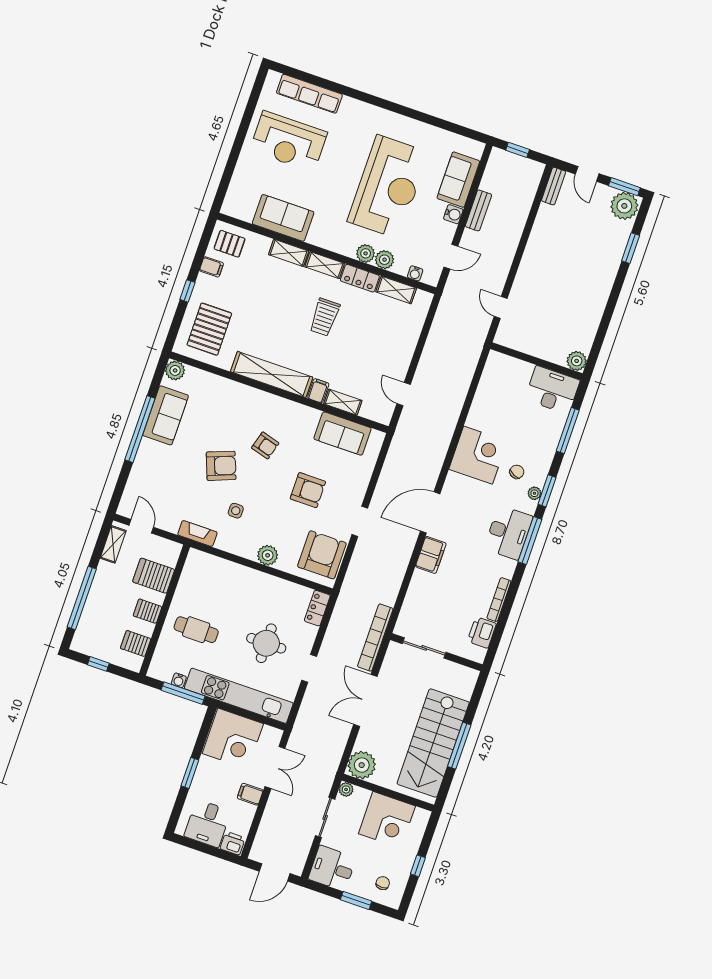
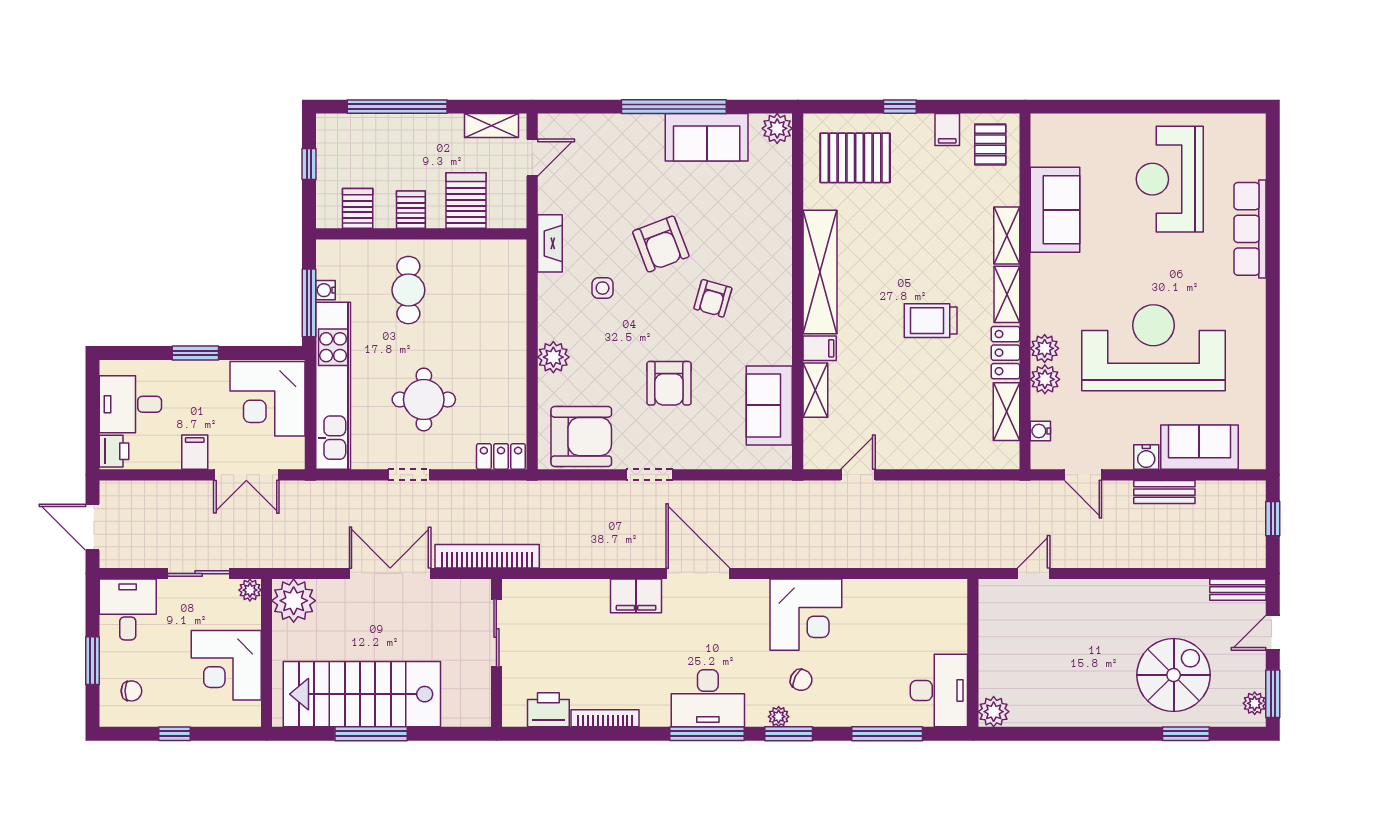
row of seats: (309, 94) -> (1250, 229), moved
reception desk: (388, 187) -> (1153, 348), turned 180
plant: (624, 206) -> (1255, 703), width x0.53, depth x0.53
spiral stairs: (592, 243) -> (1174, 675), added

